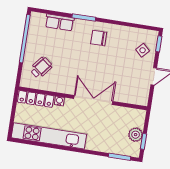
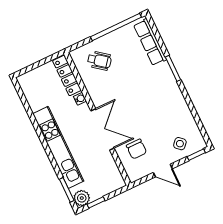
row of seats: (60, 22) -> (150, 42), width x1.48
chair: (99, 38) -> (136, 149), moved, turned 180
plant: (136, 135) -> (82, 198), moved
kitchen unit: (49, 136) -> (58, 147), moved

